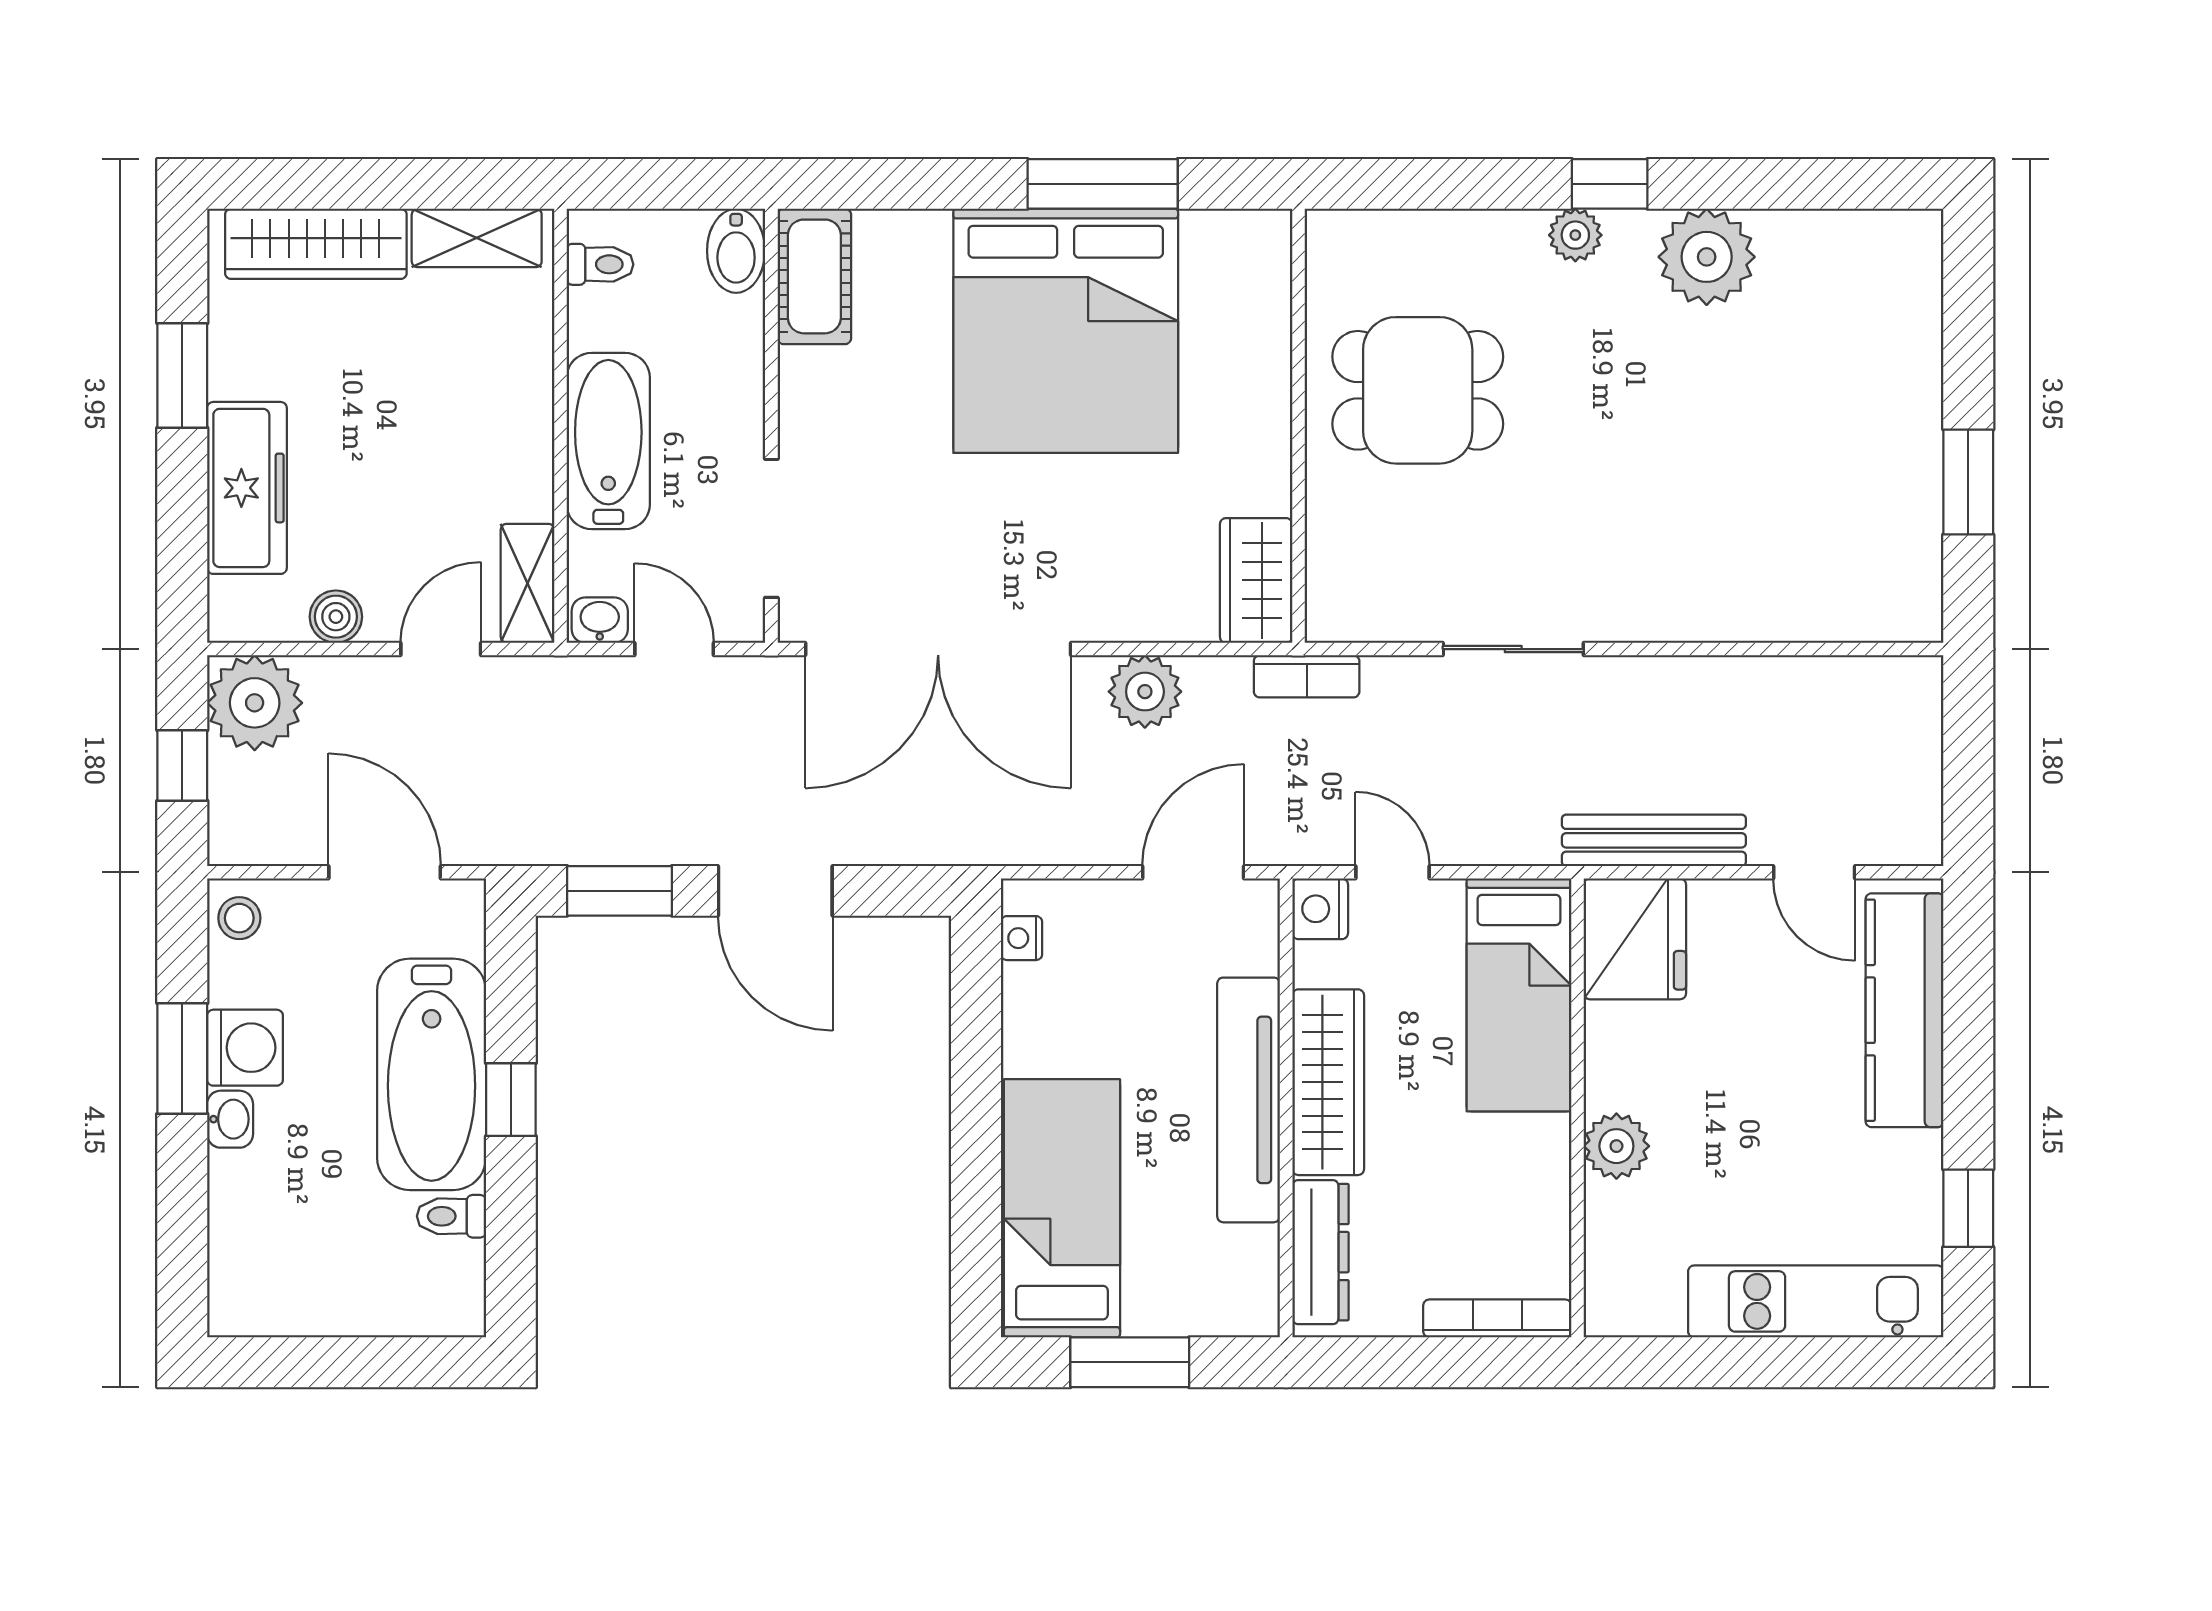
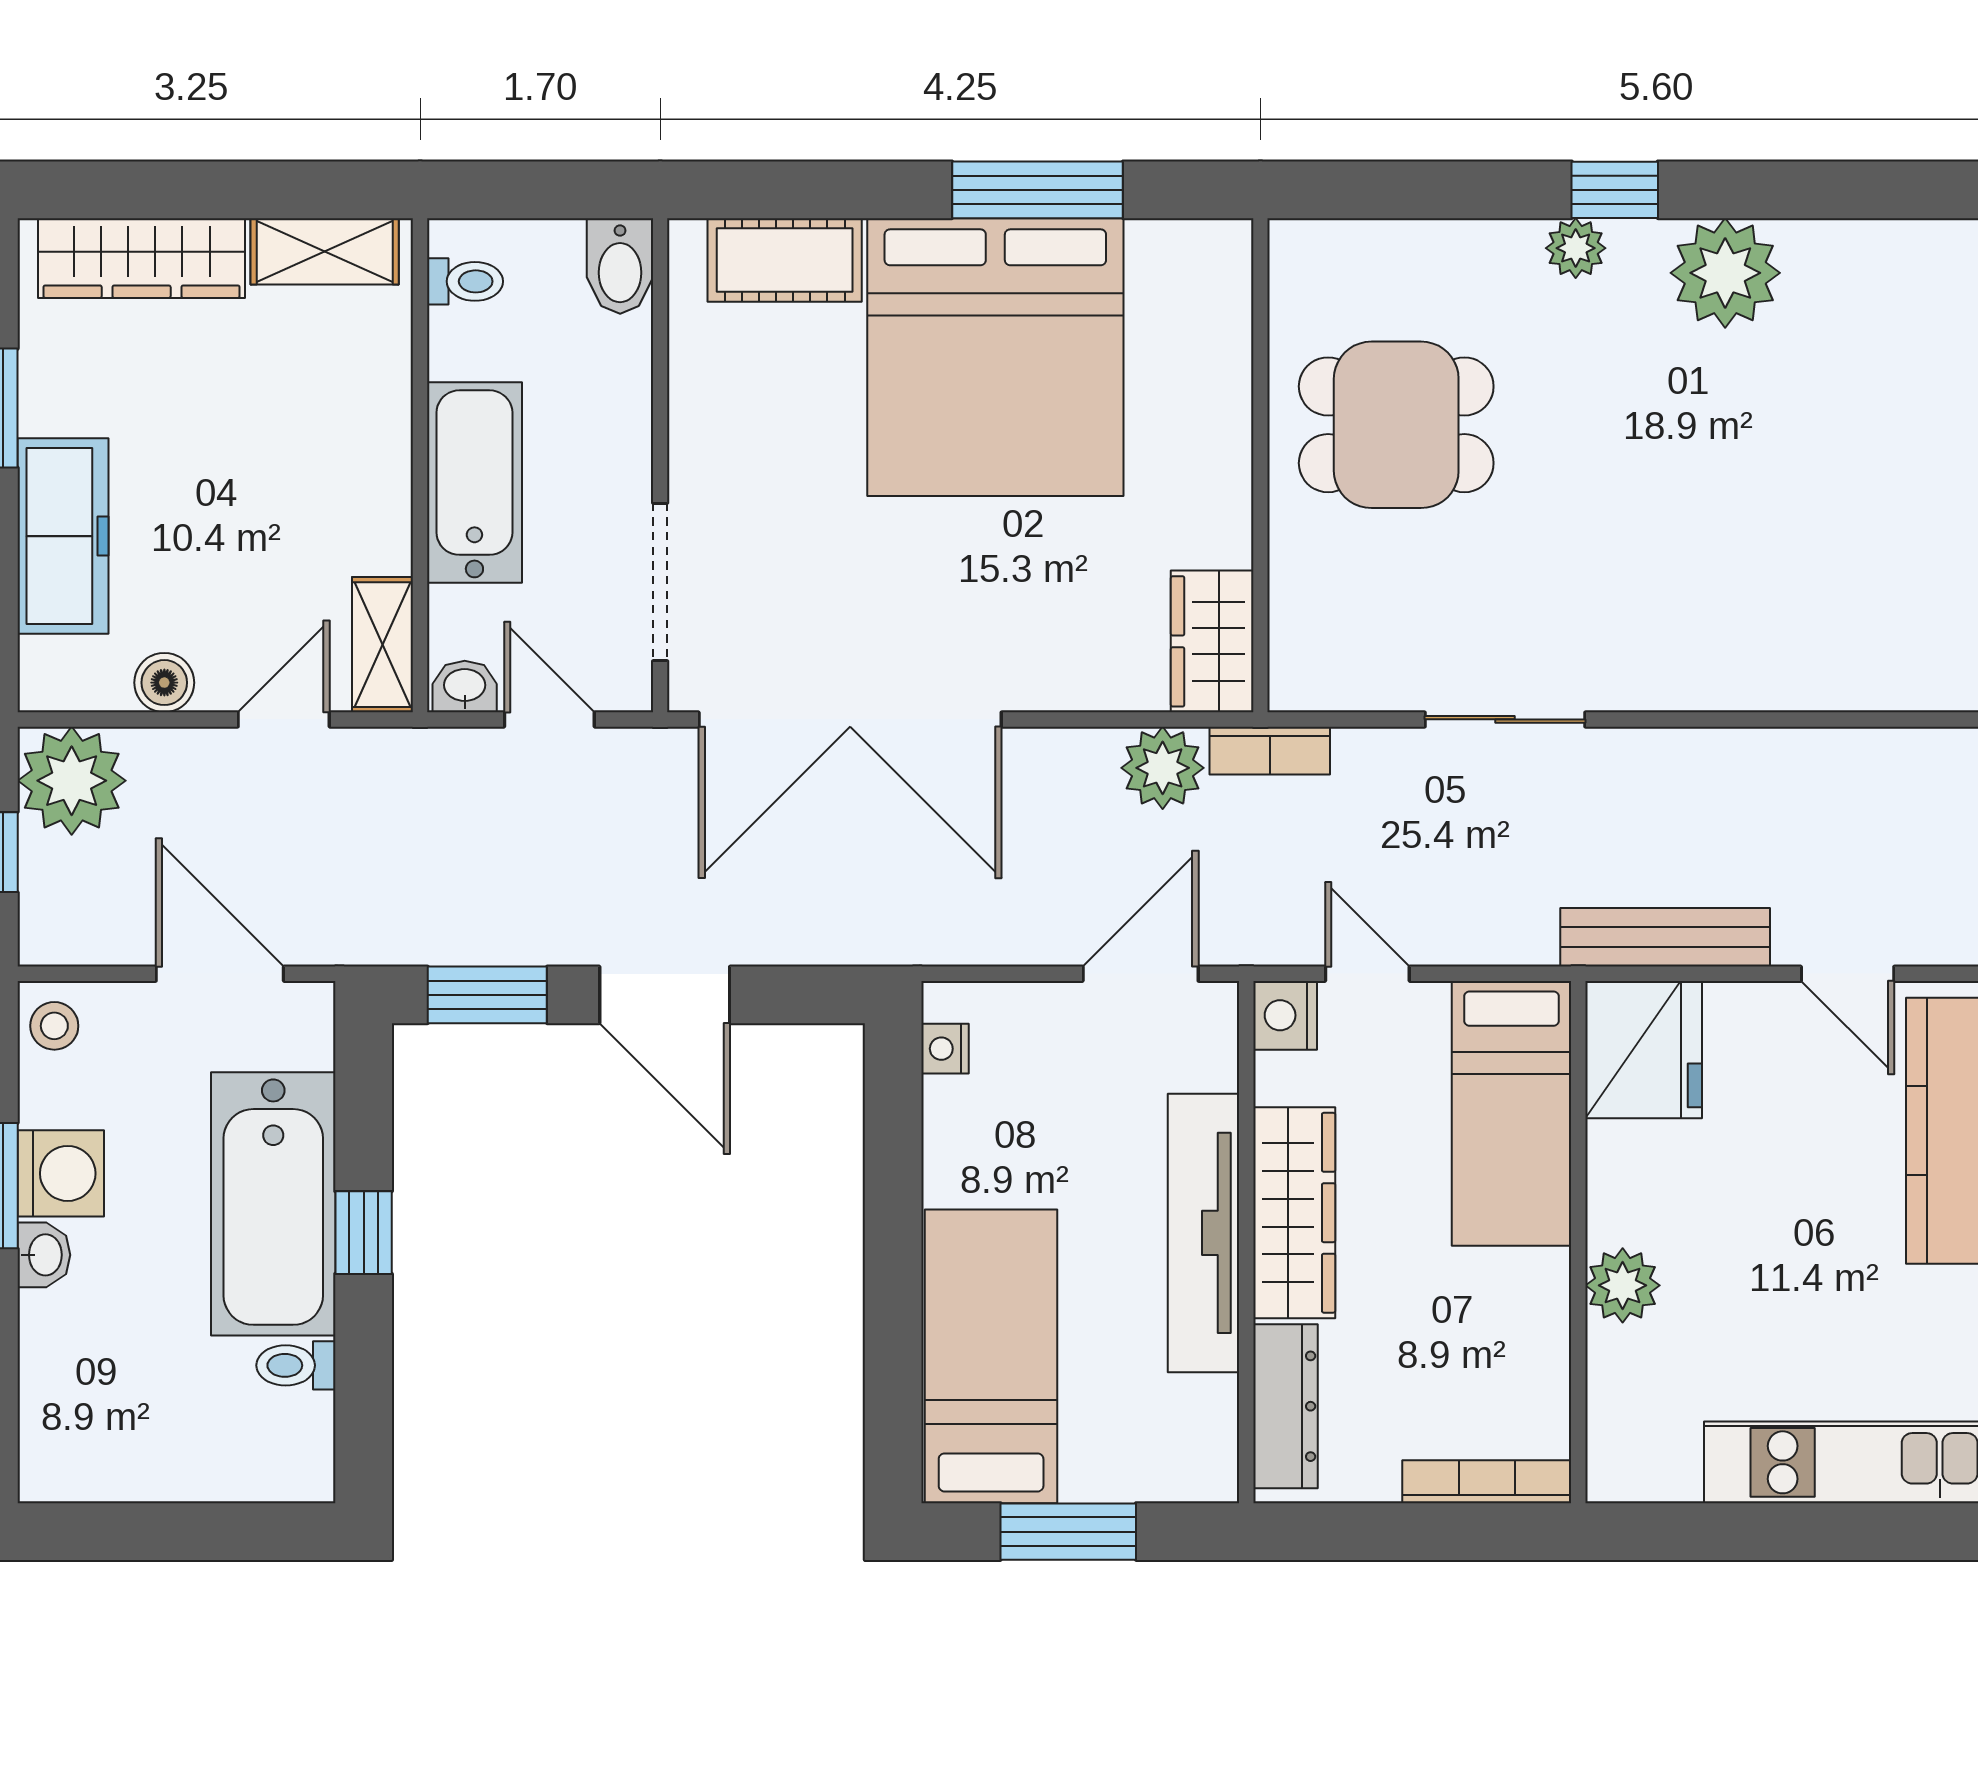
cot: (814, 276) -> (785, 260), moved, turned 90
plant: (1145, 692) -> (1163, 768), moved

